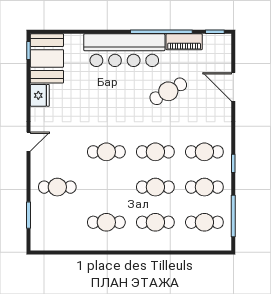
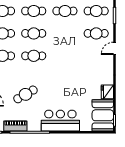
bar counter: (124, 50) -> (60, 121), width x0.73
door: (28, 142) -> (115, 48), moved
cafe table: (106, 152) -> (96, 11), moved

